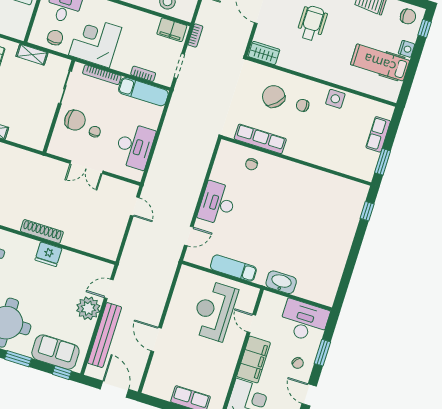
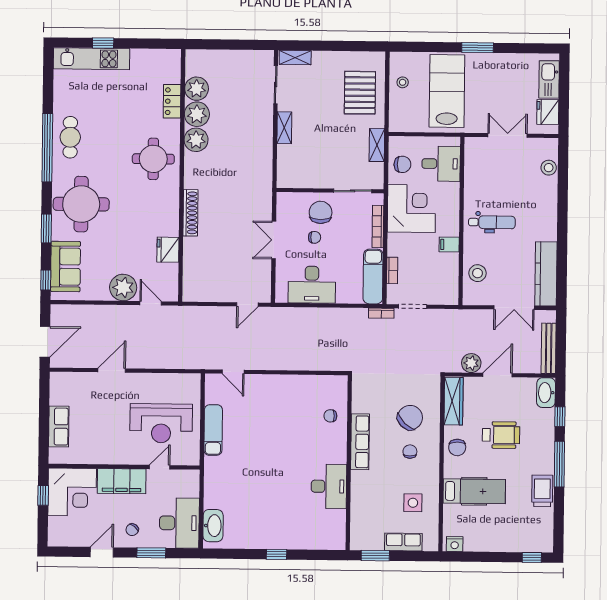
chair: (408, 16) -> (457, 447), moved
filing cabinet: (172, 30) -> (449, 245), moved, width x0.50
plant: (243, 30) -> (471, 363), added
bookcase: (195, 35) -> (381, 313), moved
nightstand: (406, 49) -> (455, 544), moved
wardrobe: (264, 53) -> (454, 401), width x1.50
hospital bed: (380, 62) -> (474, 491), moved, turned 90
side table: (335, 99) -> (413, 503), moved
chair: (75, 120) -> (321, 212), turned 180
row of seats: (260, 139) -> (360, 442), moved
desk: (217, 203) -> (329, 486), moved, turned 90
window: (367, 211) -> (276, 554), moved
fridge: (48, 254) -> (168, 250), moved
washbasin: (281, 282) -> (213, 526), moved
reception desk: (214, 311) -> (161, 423), turned 180
bench: (105, 335) -> (100, 314), removed

